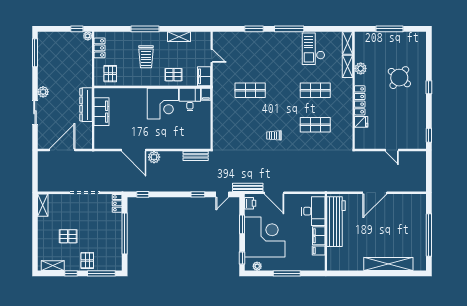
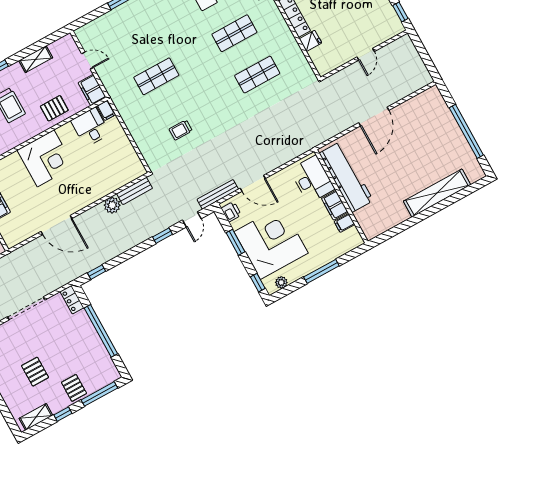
corner desk: (163, 104) -> (46, 158), moved
trolley: (274, 135) -> (181, 130), moved
door: (392, 150) -> (366, 54), hinge flipped
plant: (154, 157) -> (112, 205), moved
pallet: (68, 236) -> (35, 372), turned 90

